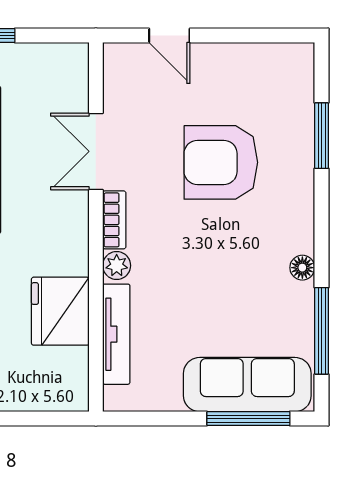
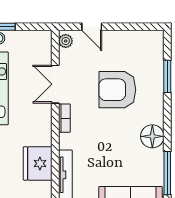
plant: (117, 266) -> (66, 41), moved
floor lamp: (302, 268) -> (152, 136), width x1.89, depth x1.89

